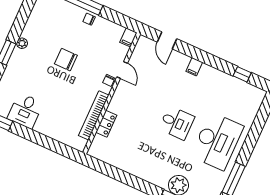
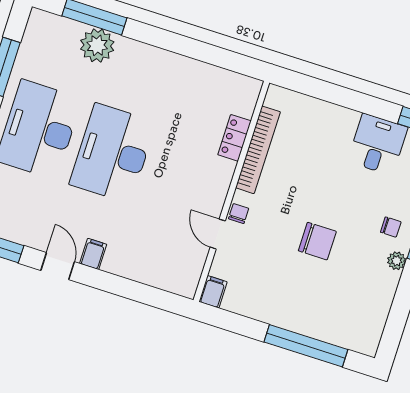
chair: (89, 19) -> (391, 227), moved
door: (167, 40) -> (58, 266), moved
desk: (177, 123) -> (113, 153), width x1.87, depth x1.30

